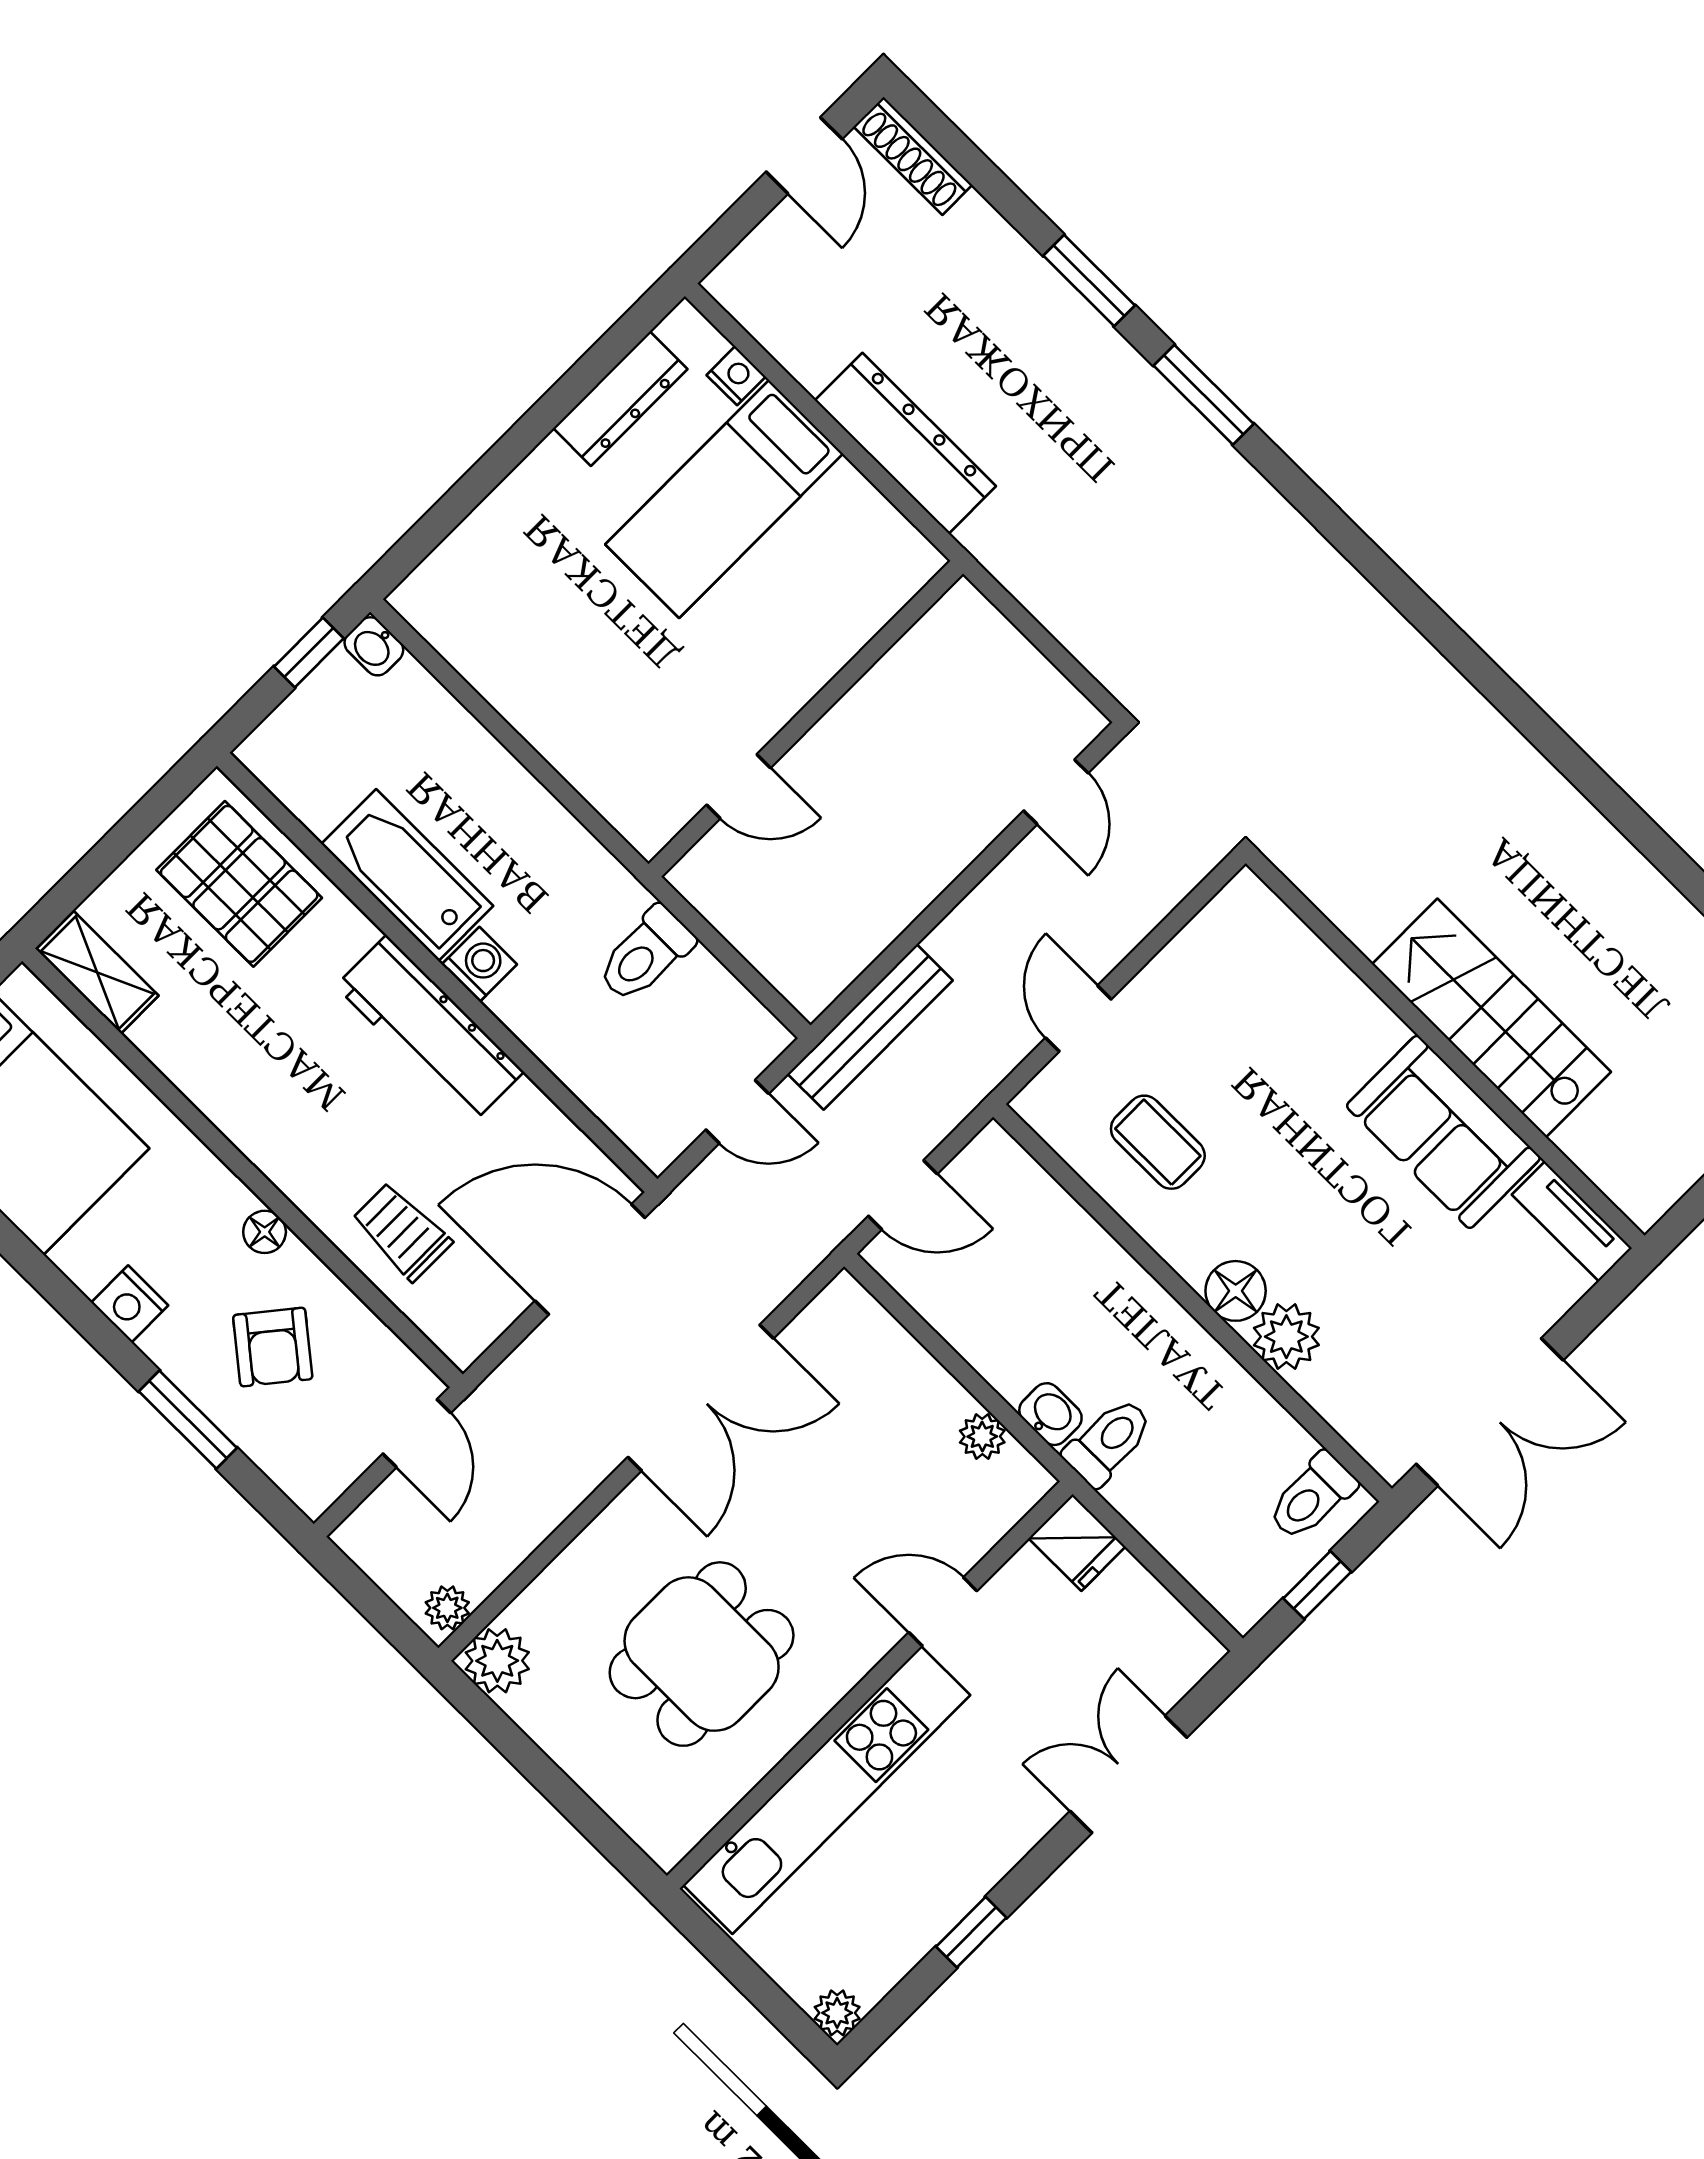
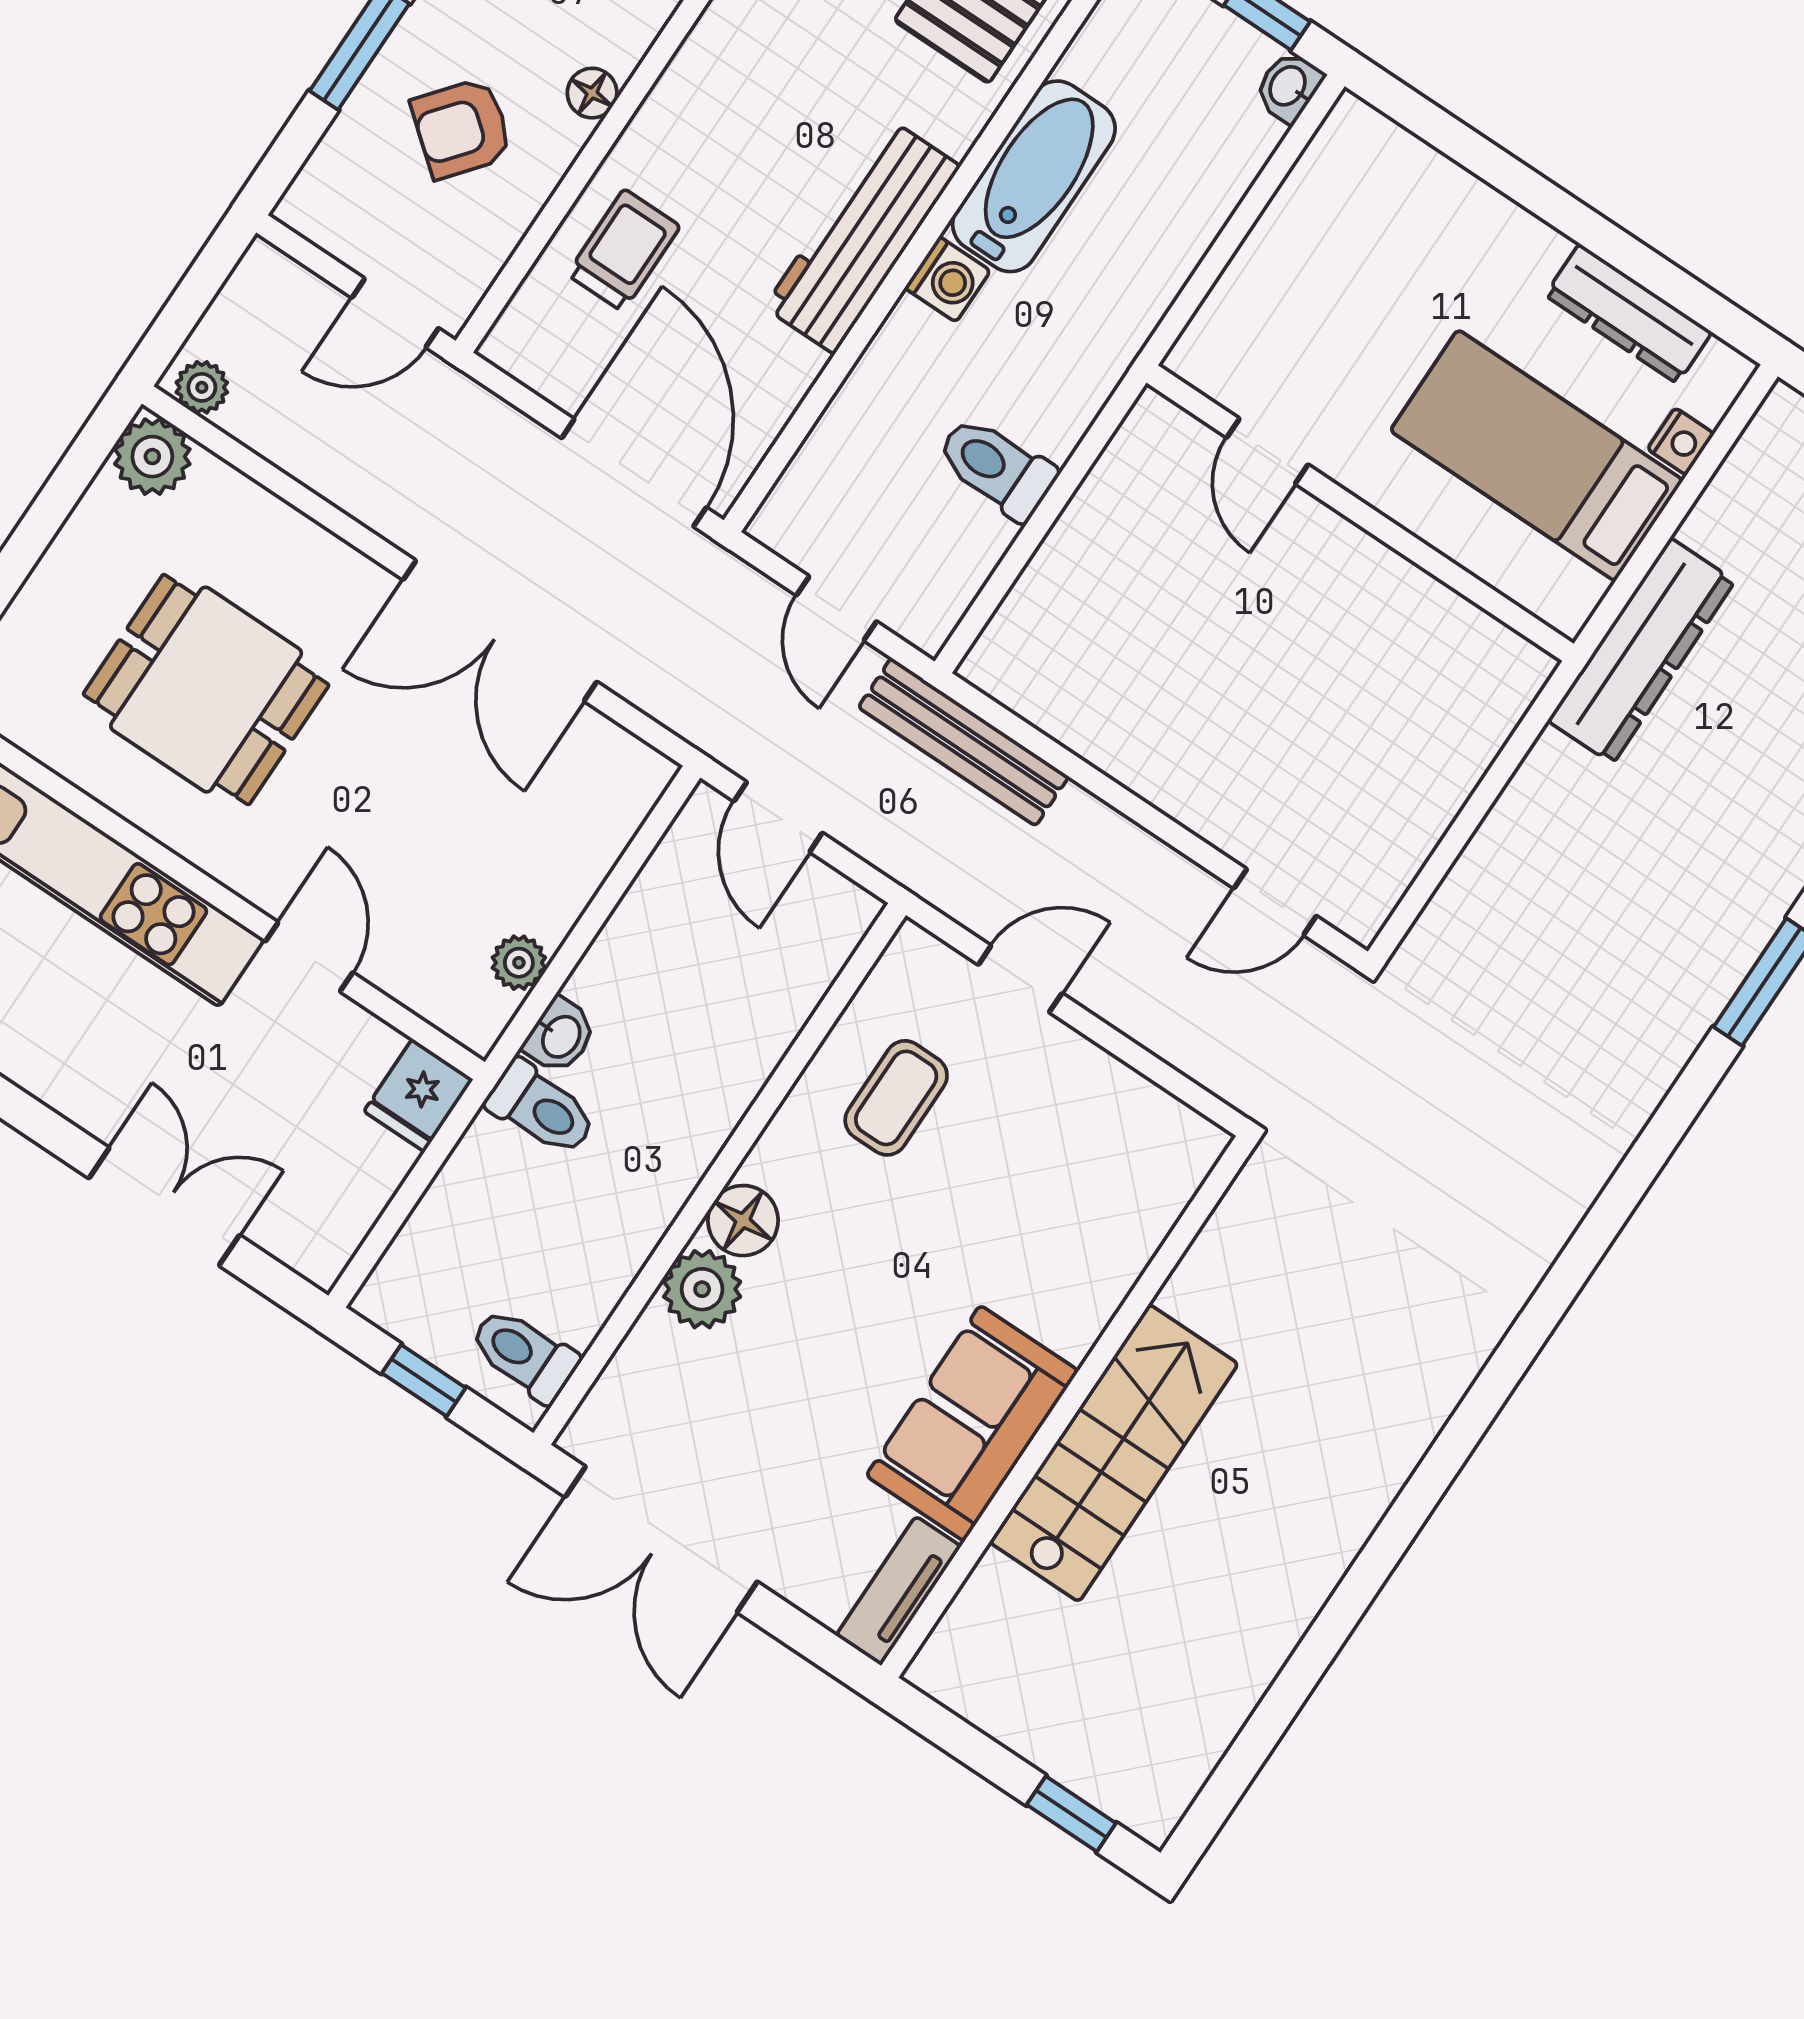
wall: (806, 719) -> (1360, 513), moved
door: (738, 786) -> (1267, 451), moved

